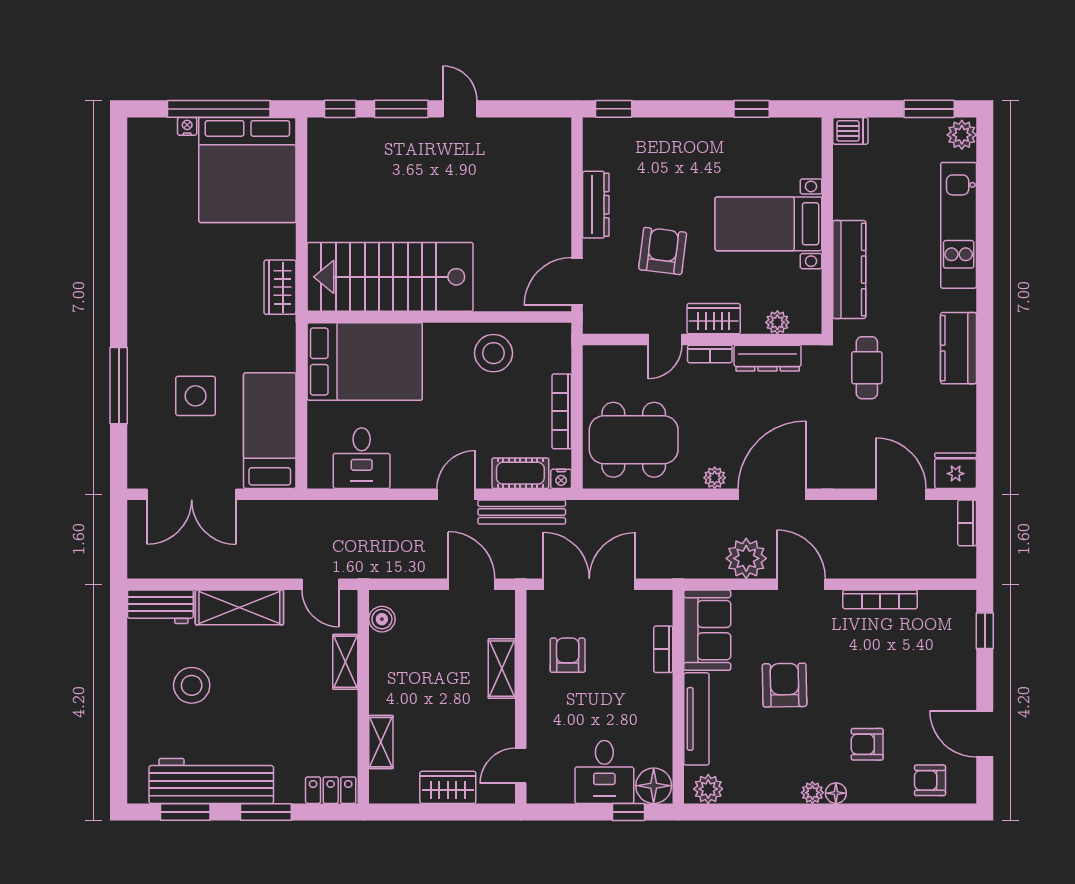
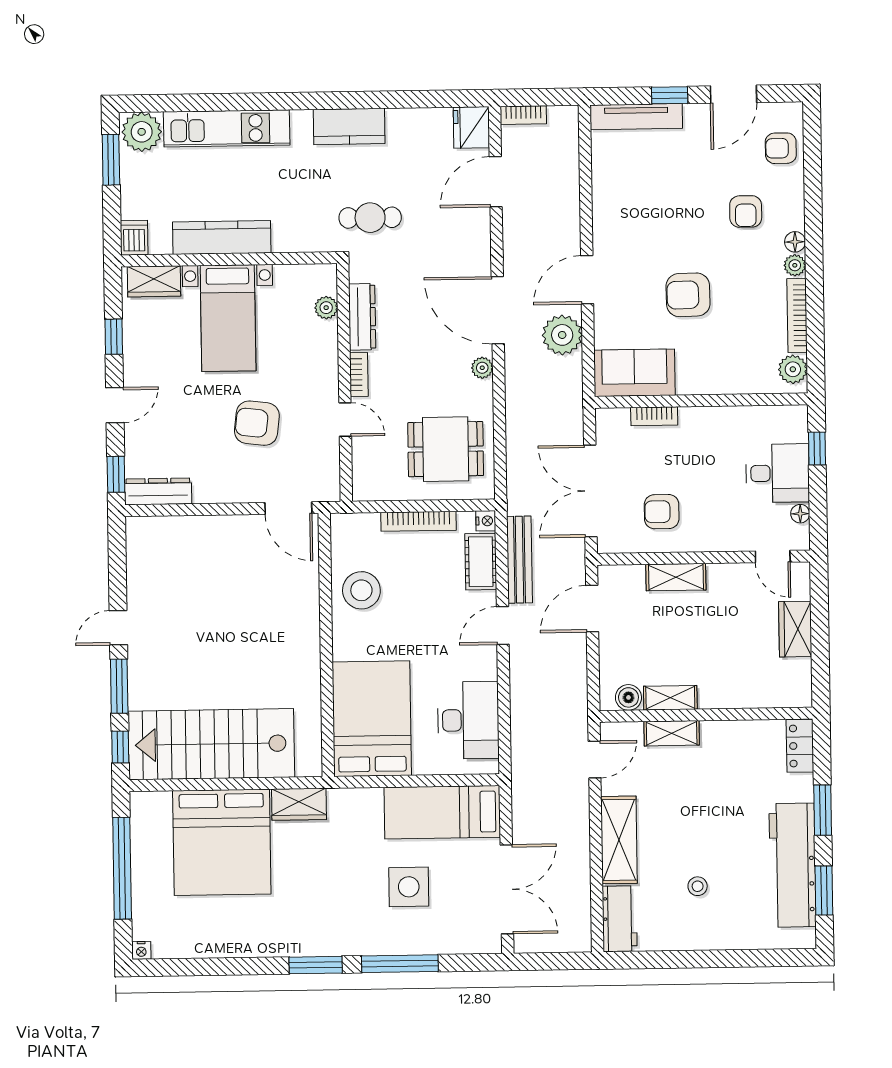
door: (683, 109) -> (115, 405), added
nightstand: (187, 126) -> (141, 950), moved, turned -90
plant: (962, 135) -> (142, 132), width x1.36, depth x1.36
bed: (247, 170) -> (222, 842), moved, turned 90
dresser: (596, 205) -> (158, 491), moved
kitchen counter: (849, 270) -> (222, 237), moved
stairs: (390, 277) -> (211, 744), moved, turned 90
window: (119, 301) -> (316, 965), added
wardrobe: (714, 319) -> (154, 281), moved, turned -90
dining table: (634, 440) -> (446, 449), width x0.73
desk: (362, 458) -> (468, 720), width x1.37
door: (456, 494) -> (503, 626), hinge flipped
bookcase: (880, 599) -> (797, 315), moved, turned 180
window: (985, 631) -> (670, 95), moved
stool: (192, 685) -> (698, 886), width x0.53, depth x0.53
tv unit: (696, 719) -> (636, 117), moved, turned 180
shelving: (381, 742) -> (670, 698), moved
armchair: (930, 780) -> (781, 148), turned 90
floor lamp: (654, 786) -> (800, 514), moved, width x0.53, depth x0.53

